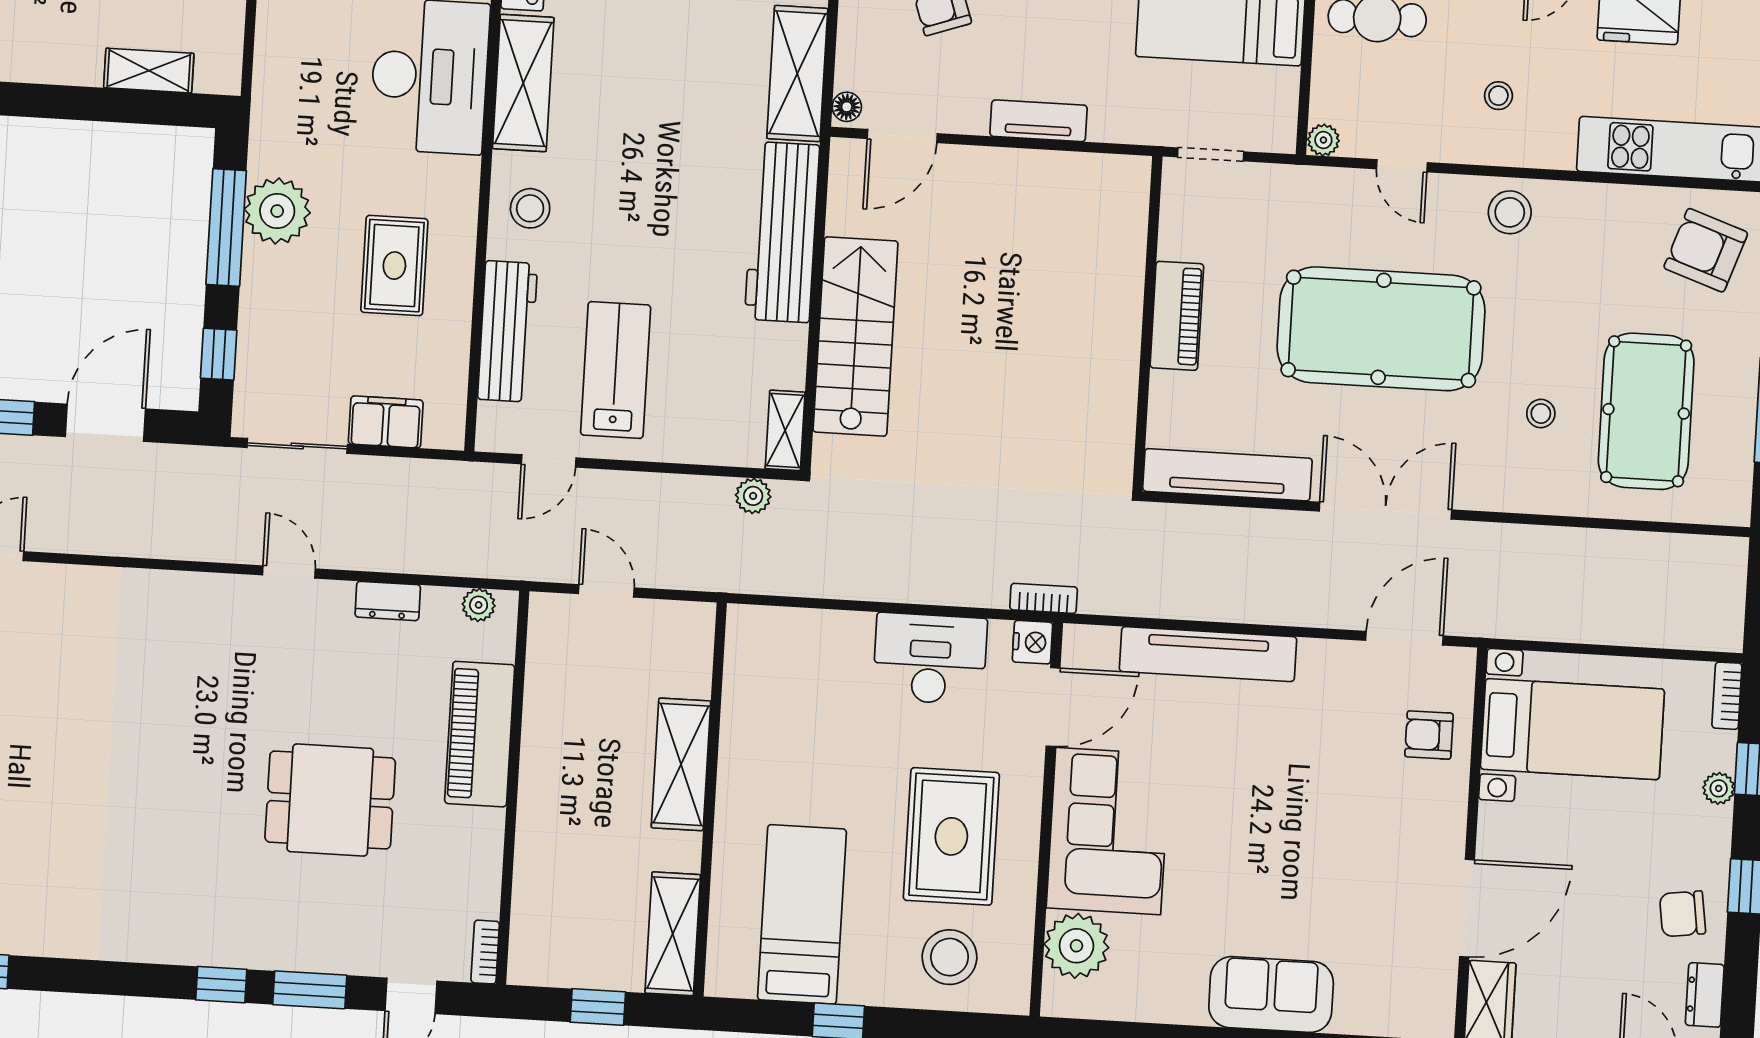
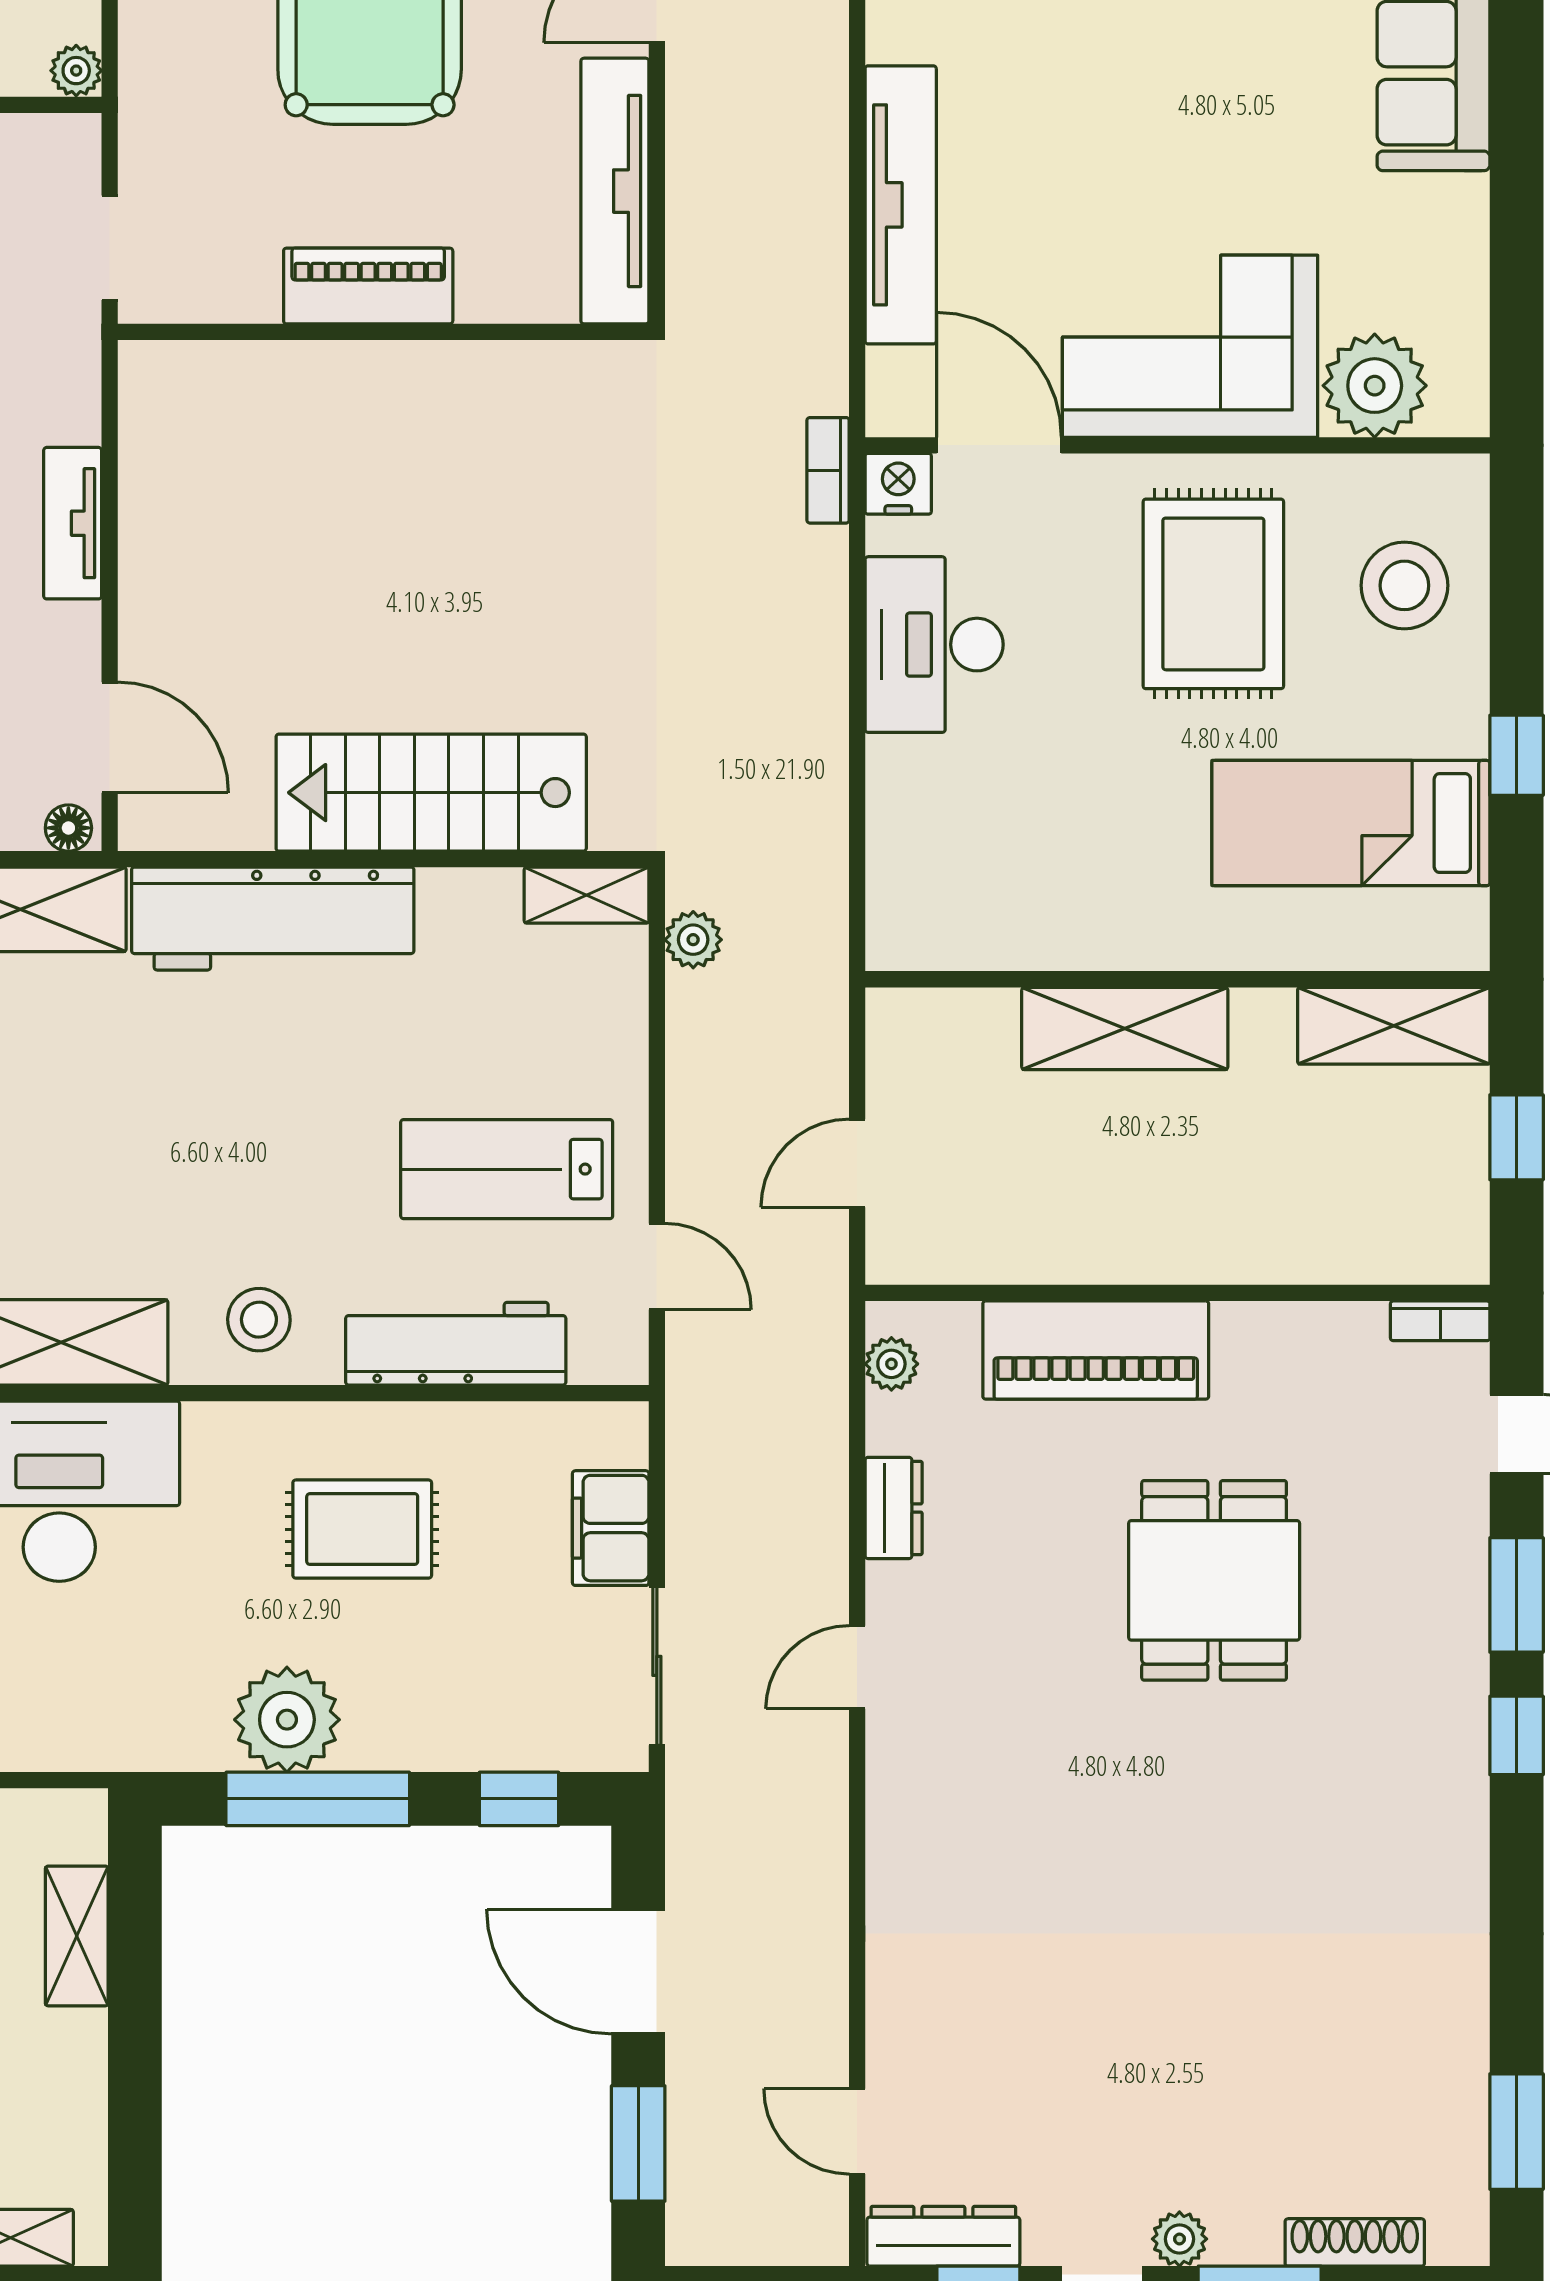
rug: (951, 836) -> (1213, 594), turned 90

